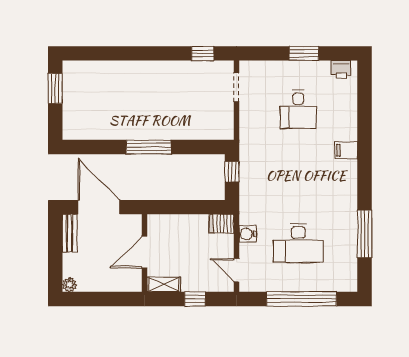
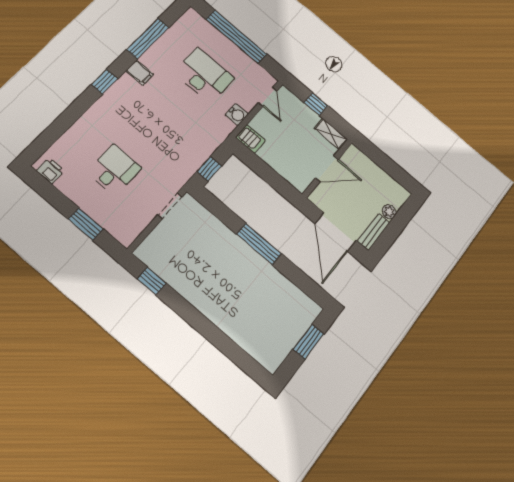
window: (304, 53) -> (86, 224), moved
doorway: (236, 87) -> (170, 206), moved
window: (55, 88) -> (308, 342), moved
filing cabinet: (346, 150) -> (140, 73), moved
window: (365, 170) -> (105, 82), added
plant: (70, 285) -> (389, 212), moved

